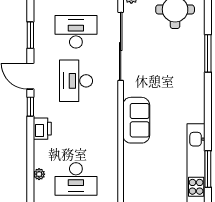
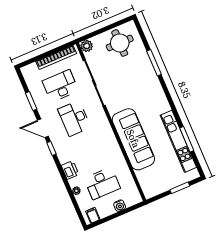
sofa: (136, 120) -> (133, 139), width x1.85, depth x1.27
printer: (42, 129) -> (70, 170), moved

